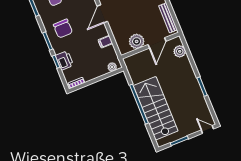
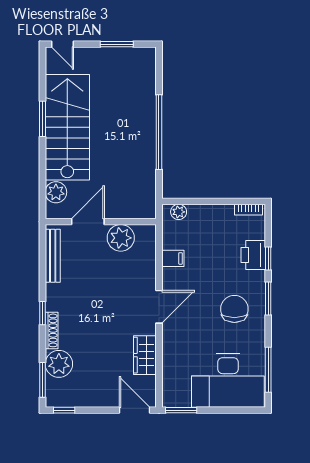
stairs: (156, 108) -> (67, 127), moved, turned 180

